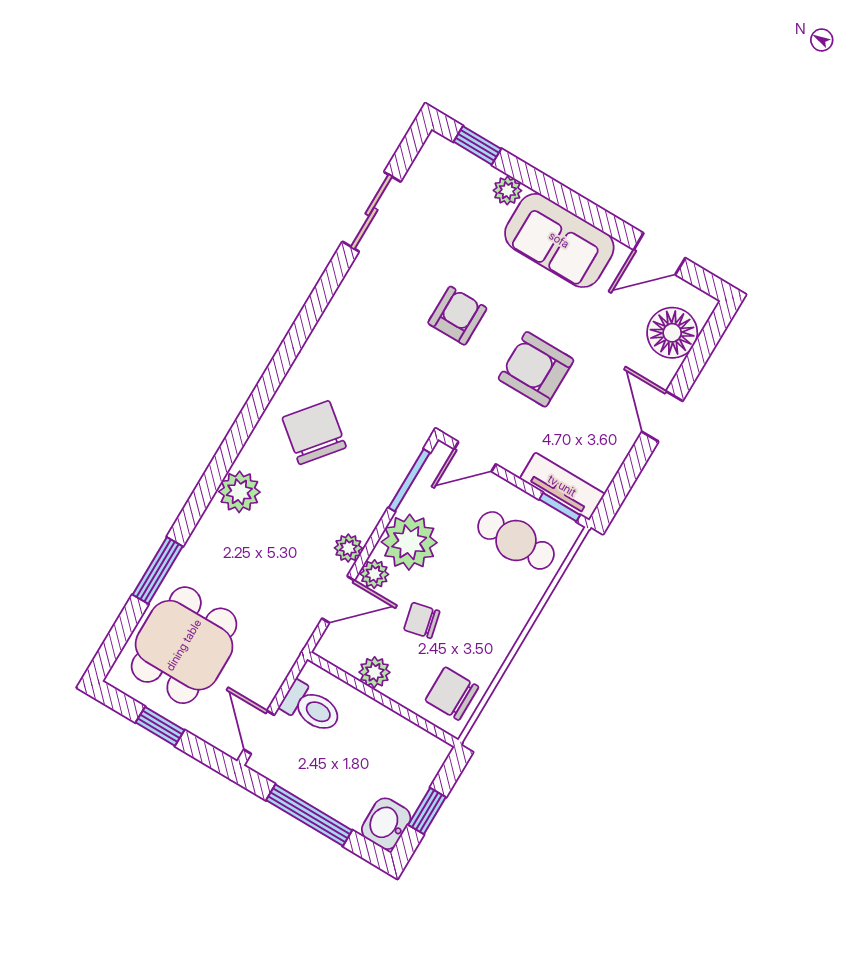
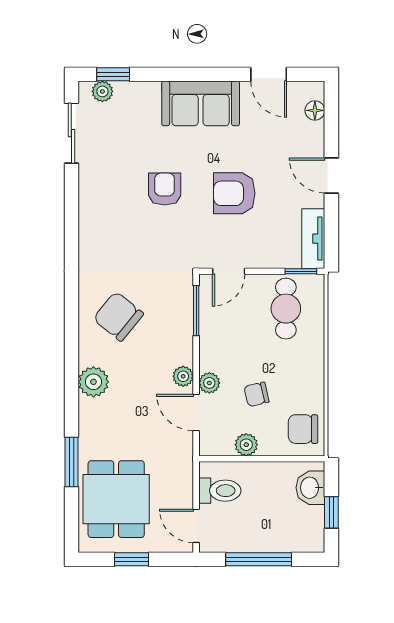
plant: (507, 191) -> (102, 91), moved
sliding door: (371, 212) -> (71, 133), moved
door: (659, 254) -> (269, 74), hinge flipped
floor lamp: (672, 333) -> (315, 110), width x0.53, depth x0.53
tv unit: (562, 486) -> (313, 239), moved, turned -90
cafe table: (516, 540) -> (286, 309), turned 90
plant: (409, 542) -> (219, 350), removed
door: (338, 599) -> (196, 412), swing flipped
washbasin: (386, 824) -> (310, 488), moved

